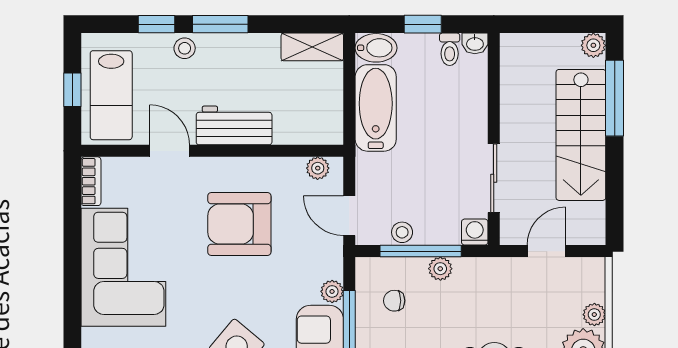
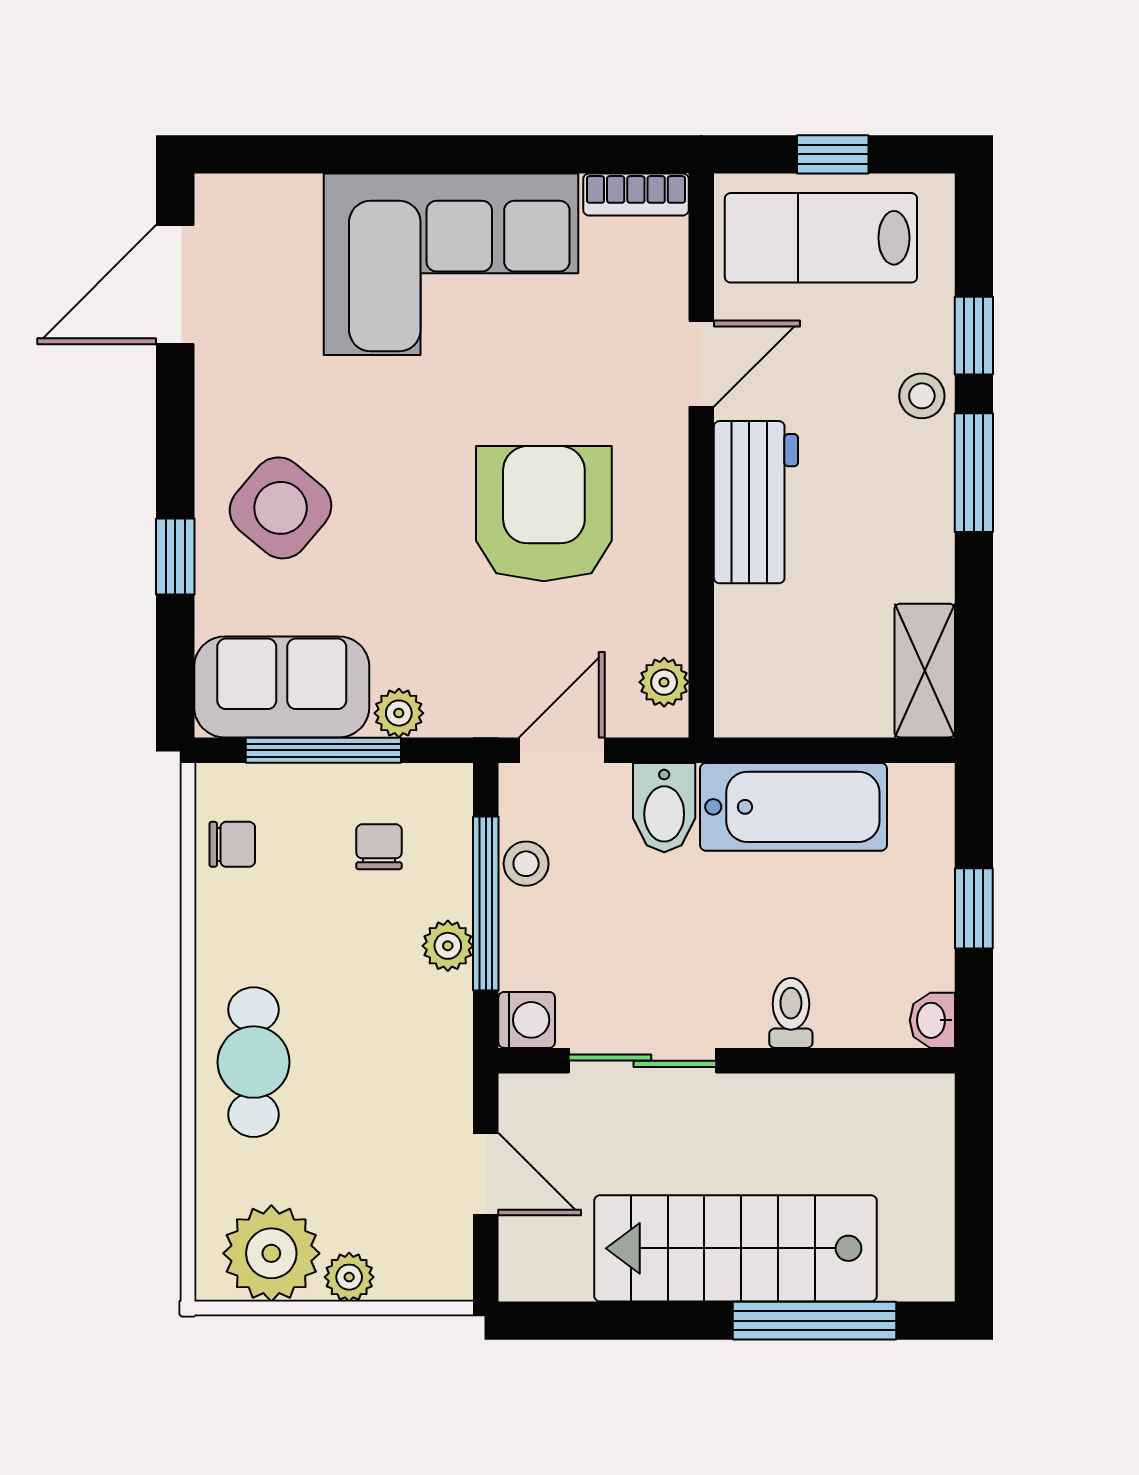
plant: (593, 45) -> (928, 1275), removed
bidet: (376, 48) -> (664, 808), moved
toilet: (450, 49) -> (791, 1013), moved, turned 90

